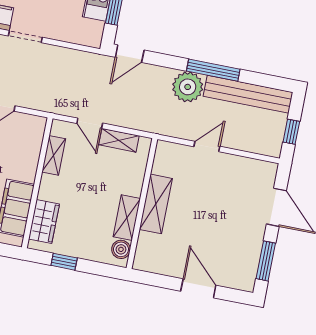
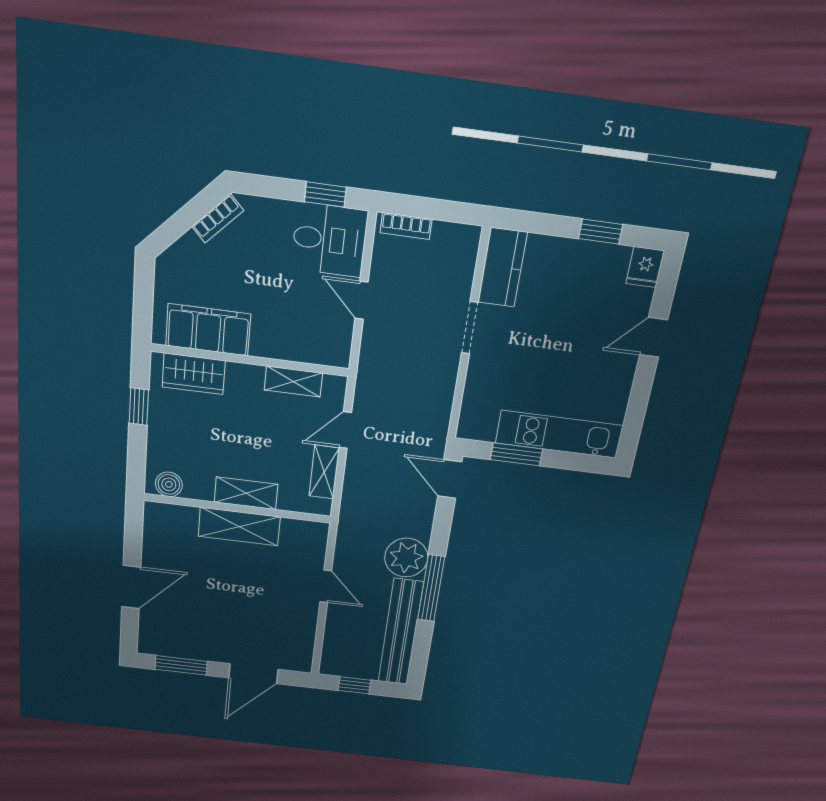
shelving: (127, 218) -> (246, 493), moved

